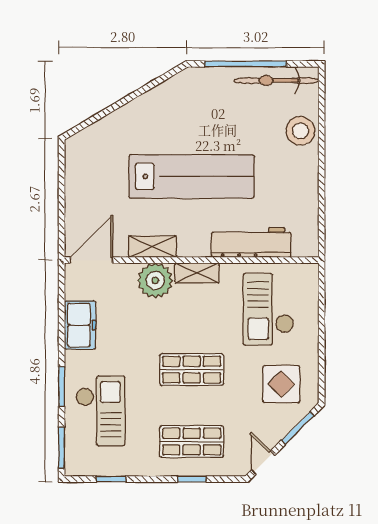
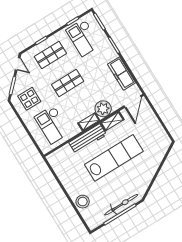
bicycle: (276, 81) -> (121, 205), moved
lab bench: (192, 176) -> (114, 158), turned 180
workbench: (251, 242) -> (88, 139), moved
checkout: (268, 309) -> (52, 125), turned 180
freezer: (80, 325) -> (122, 73), width x1.40
checkout: (101, 411) -> (83, 38), moved

